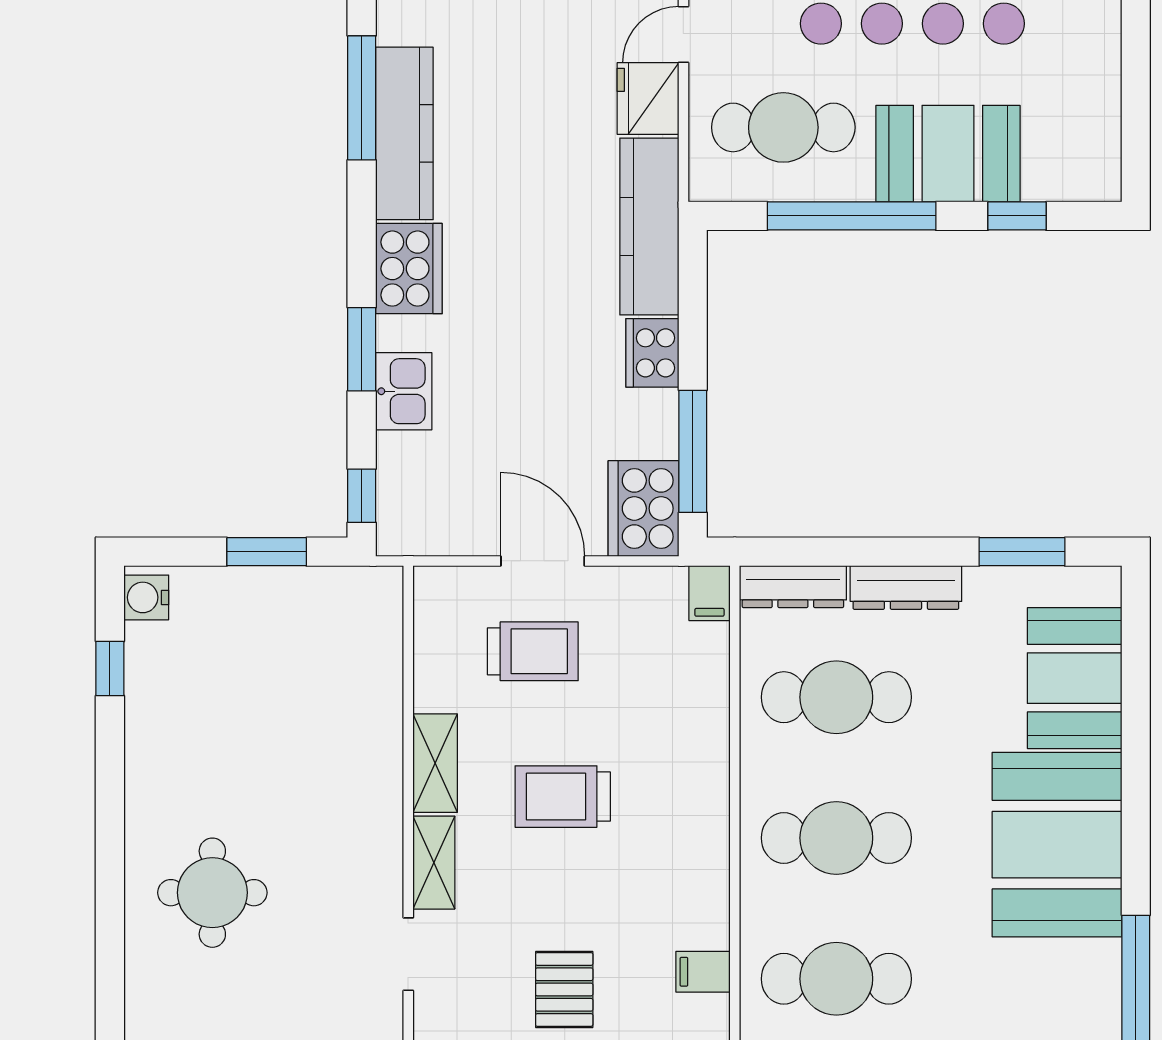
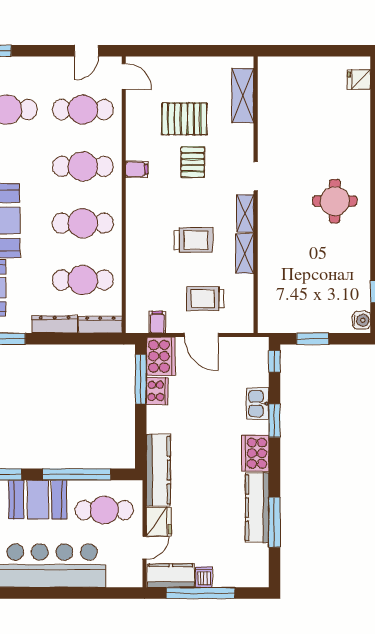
cooker: (652, 353) -> (157, 391), moved
filing cabinet: (709, 593) -> (157, 322), moved

